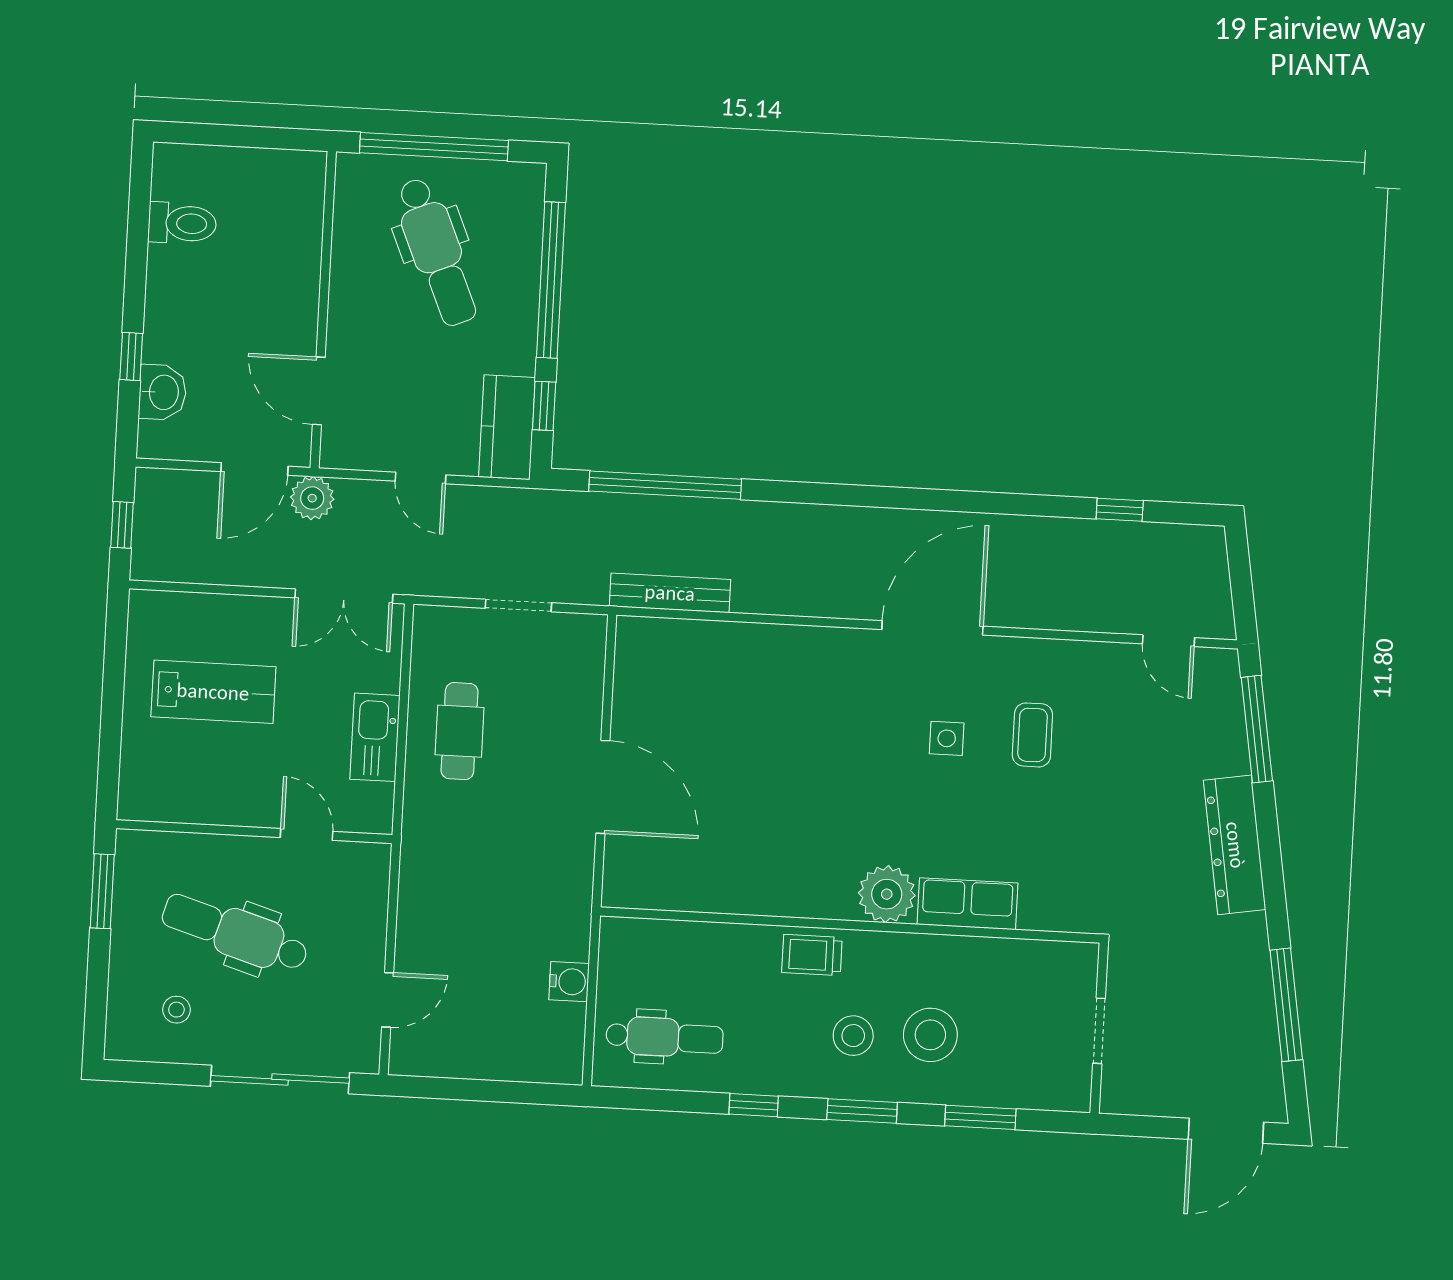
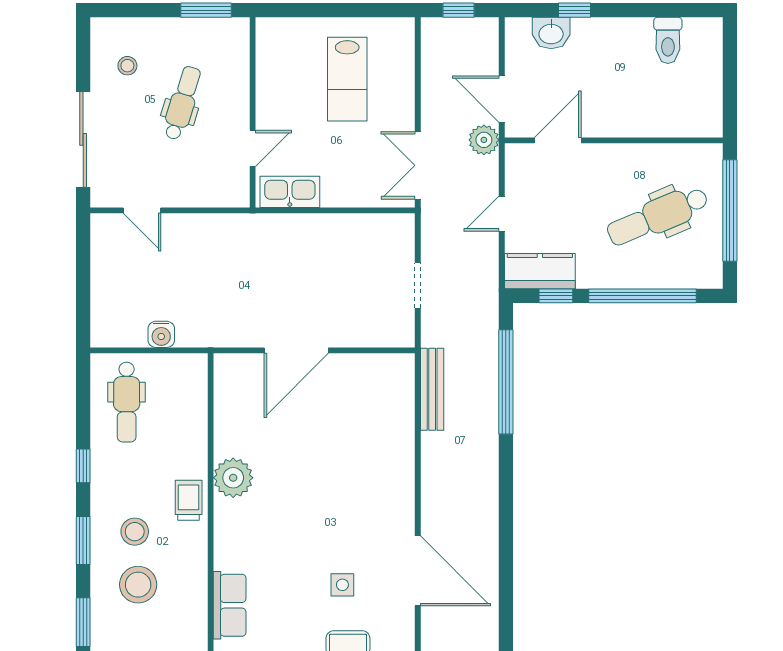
cafe table: (460, 731) -> (329, 250), removed
kitchen sink: (375, 737) -> (290, 192), moved
plant: (887, 894) -> (233, 478), moved
dental chair: (235, 933) -> (182, 103), width x0.73, depth x0.72

